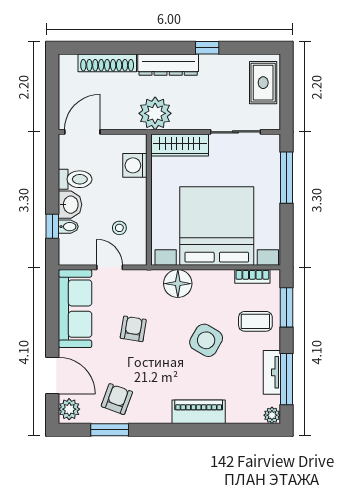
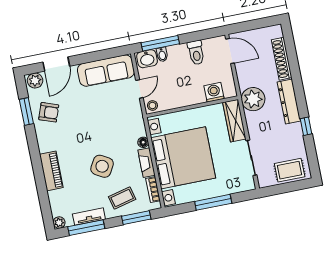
window: (286, 178) -> (213, 202), moved
washbasin: (70, 205) -> (147, 59), moved
window: (52, 226) -> (160, 43), width x2.17
stool: (119, 228) -> (152, 105), moved
fireplace: (213, 278) -> (146, 163), added
floor lamp: (178, 284) -> (143, 142), width x0.53, depth x0.53
coffee table: (255, 321) -> (122, 198), turned 76
armchair: (133, 329) -> (100, 114), removed

